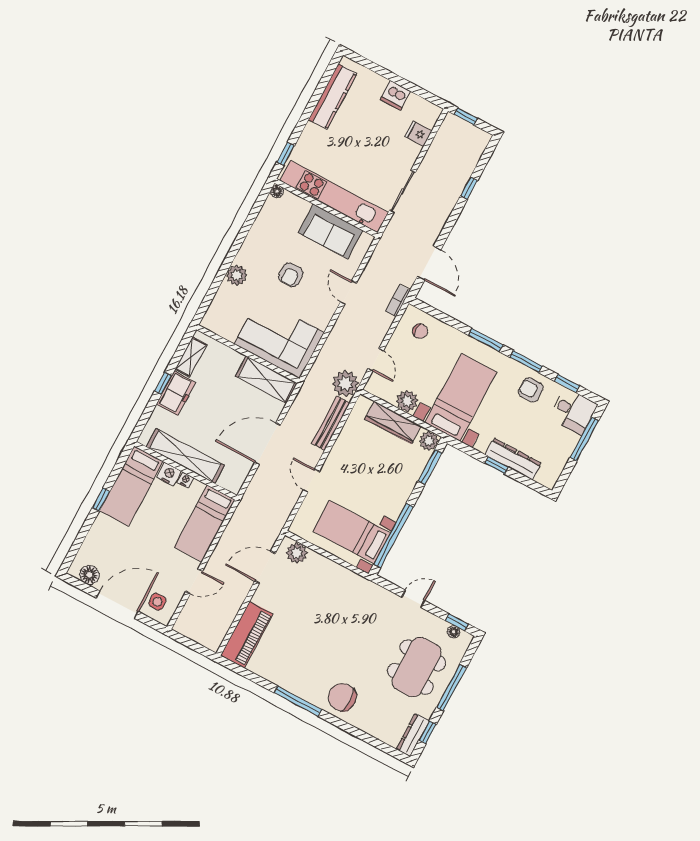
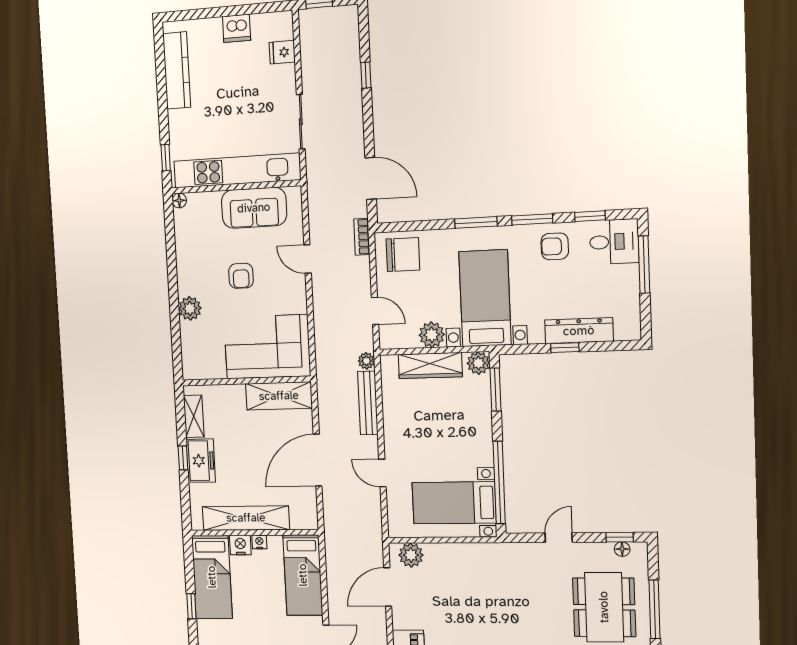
chair: (420, 331) -> (403, 255), width x1.87, depth x1.87
plant: (345, 384) -> (366, 361), width x0.53, depth x0.53

